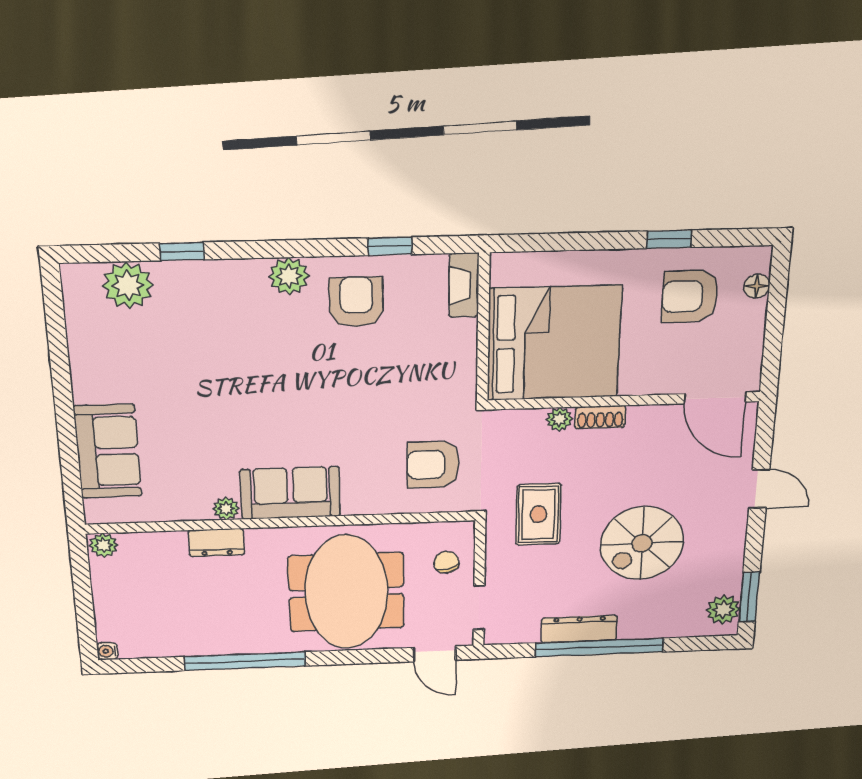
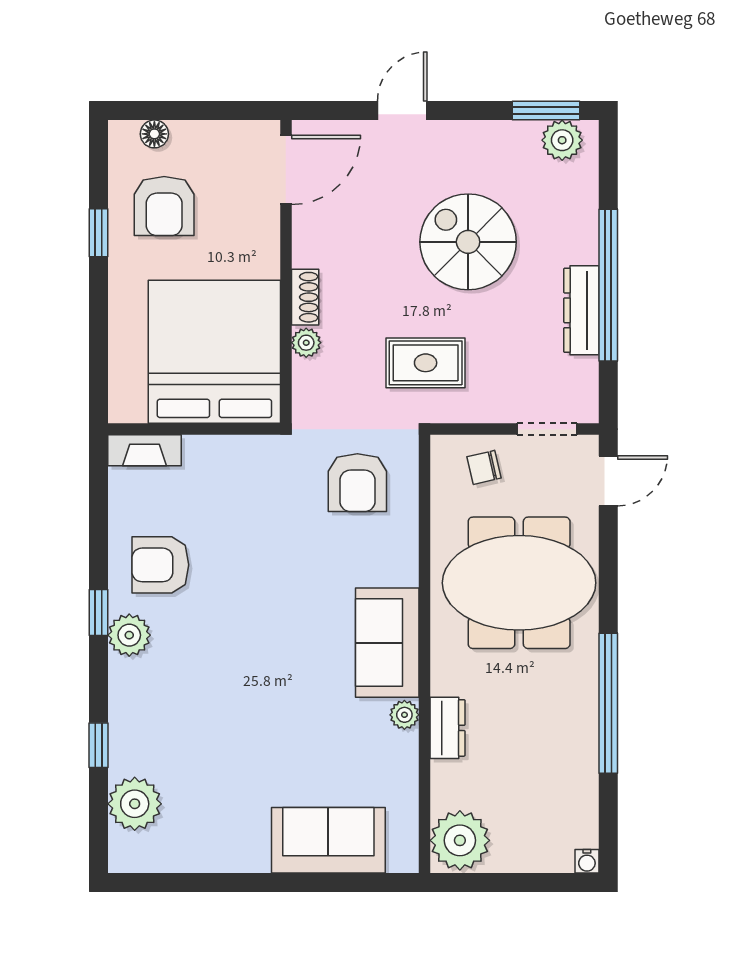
window: (390, 246) -> (99, 613), moved
spiral stairs: (642, 543) -> (468, 242), turned 180
plant: (103, 545) -> (460, 840), width x1.88, depth x1.88

